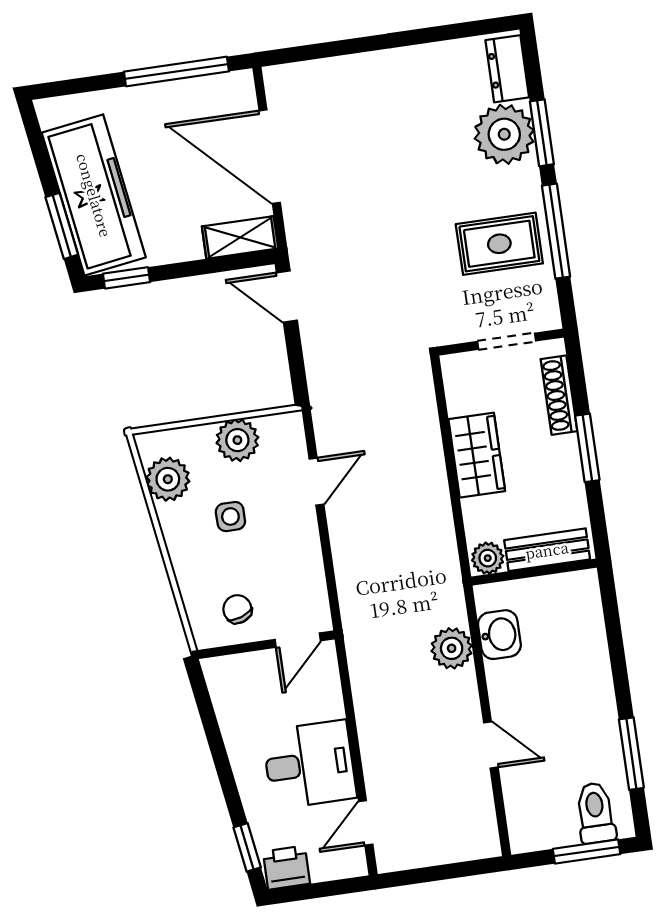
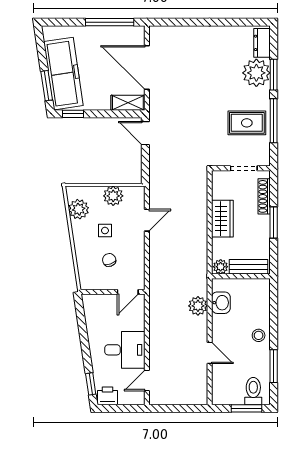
chair: (237, 609) -> (109, 260), moved
stool: (590, 693) -> (259, 335), added

